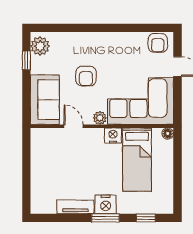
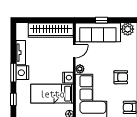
window: (26, 60) -> (102, 20), moved
armchair: (86, 76) -> (121, 77), moved, turned 180
sofa: (45, 100) -> (98, 32), width x1.36
wardrobe: (41, 162) -> (51, 30), added

